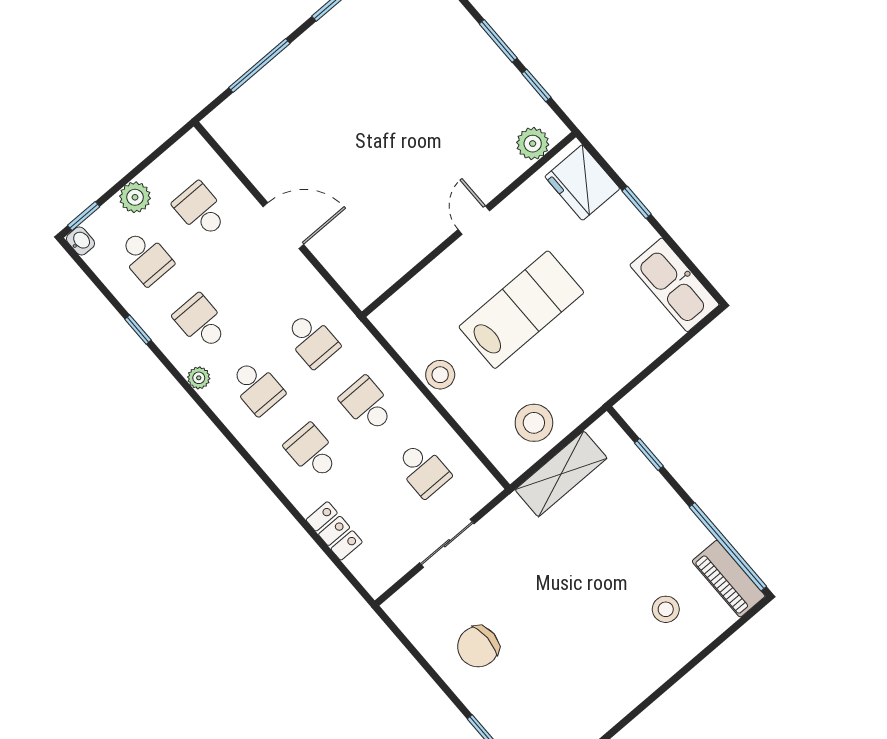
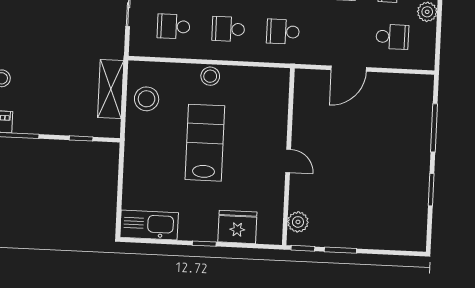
plant: (533, 144) -> (298, 222), moved
door: (474, 220) -> (288, 161), moved
wall: (469, 224) -> (288, 157), moved
lab bench: (521, 310) -> (205, 143), turned 180
school desk: (367, 405) -> (228, 29), turned 180

